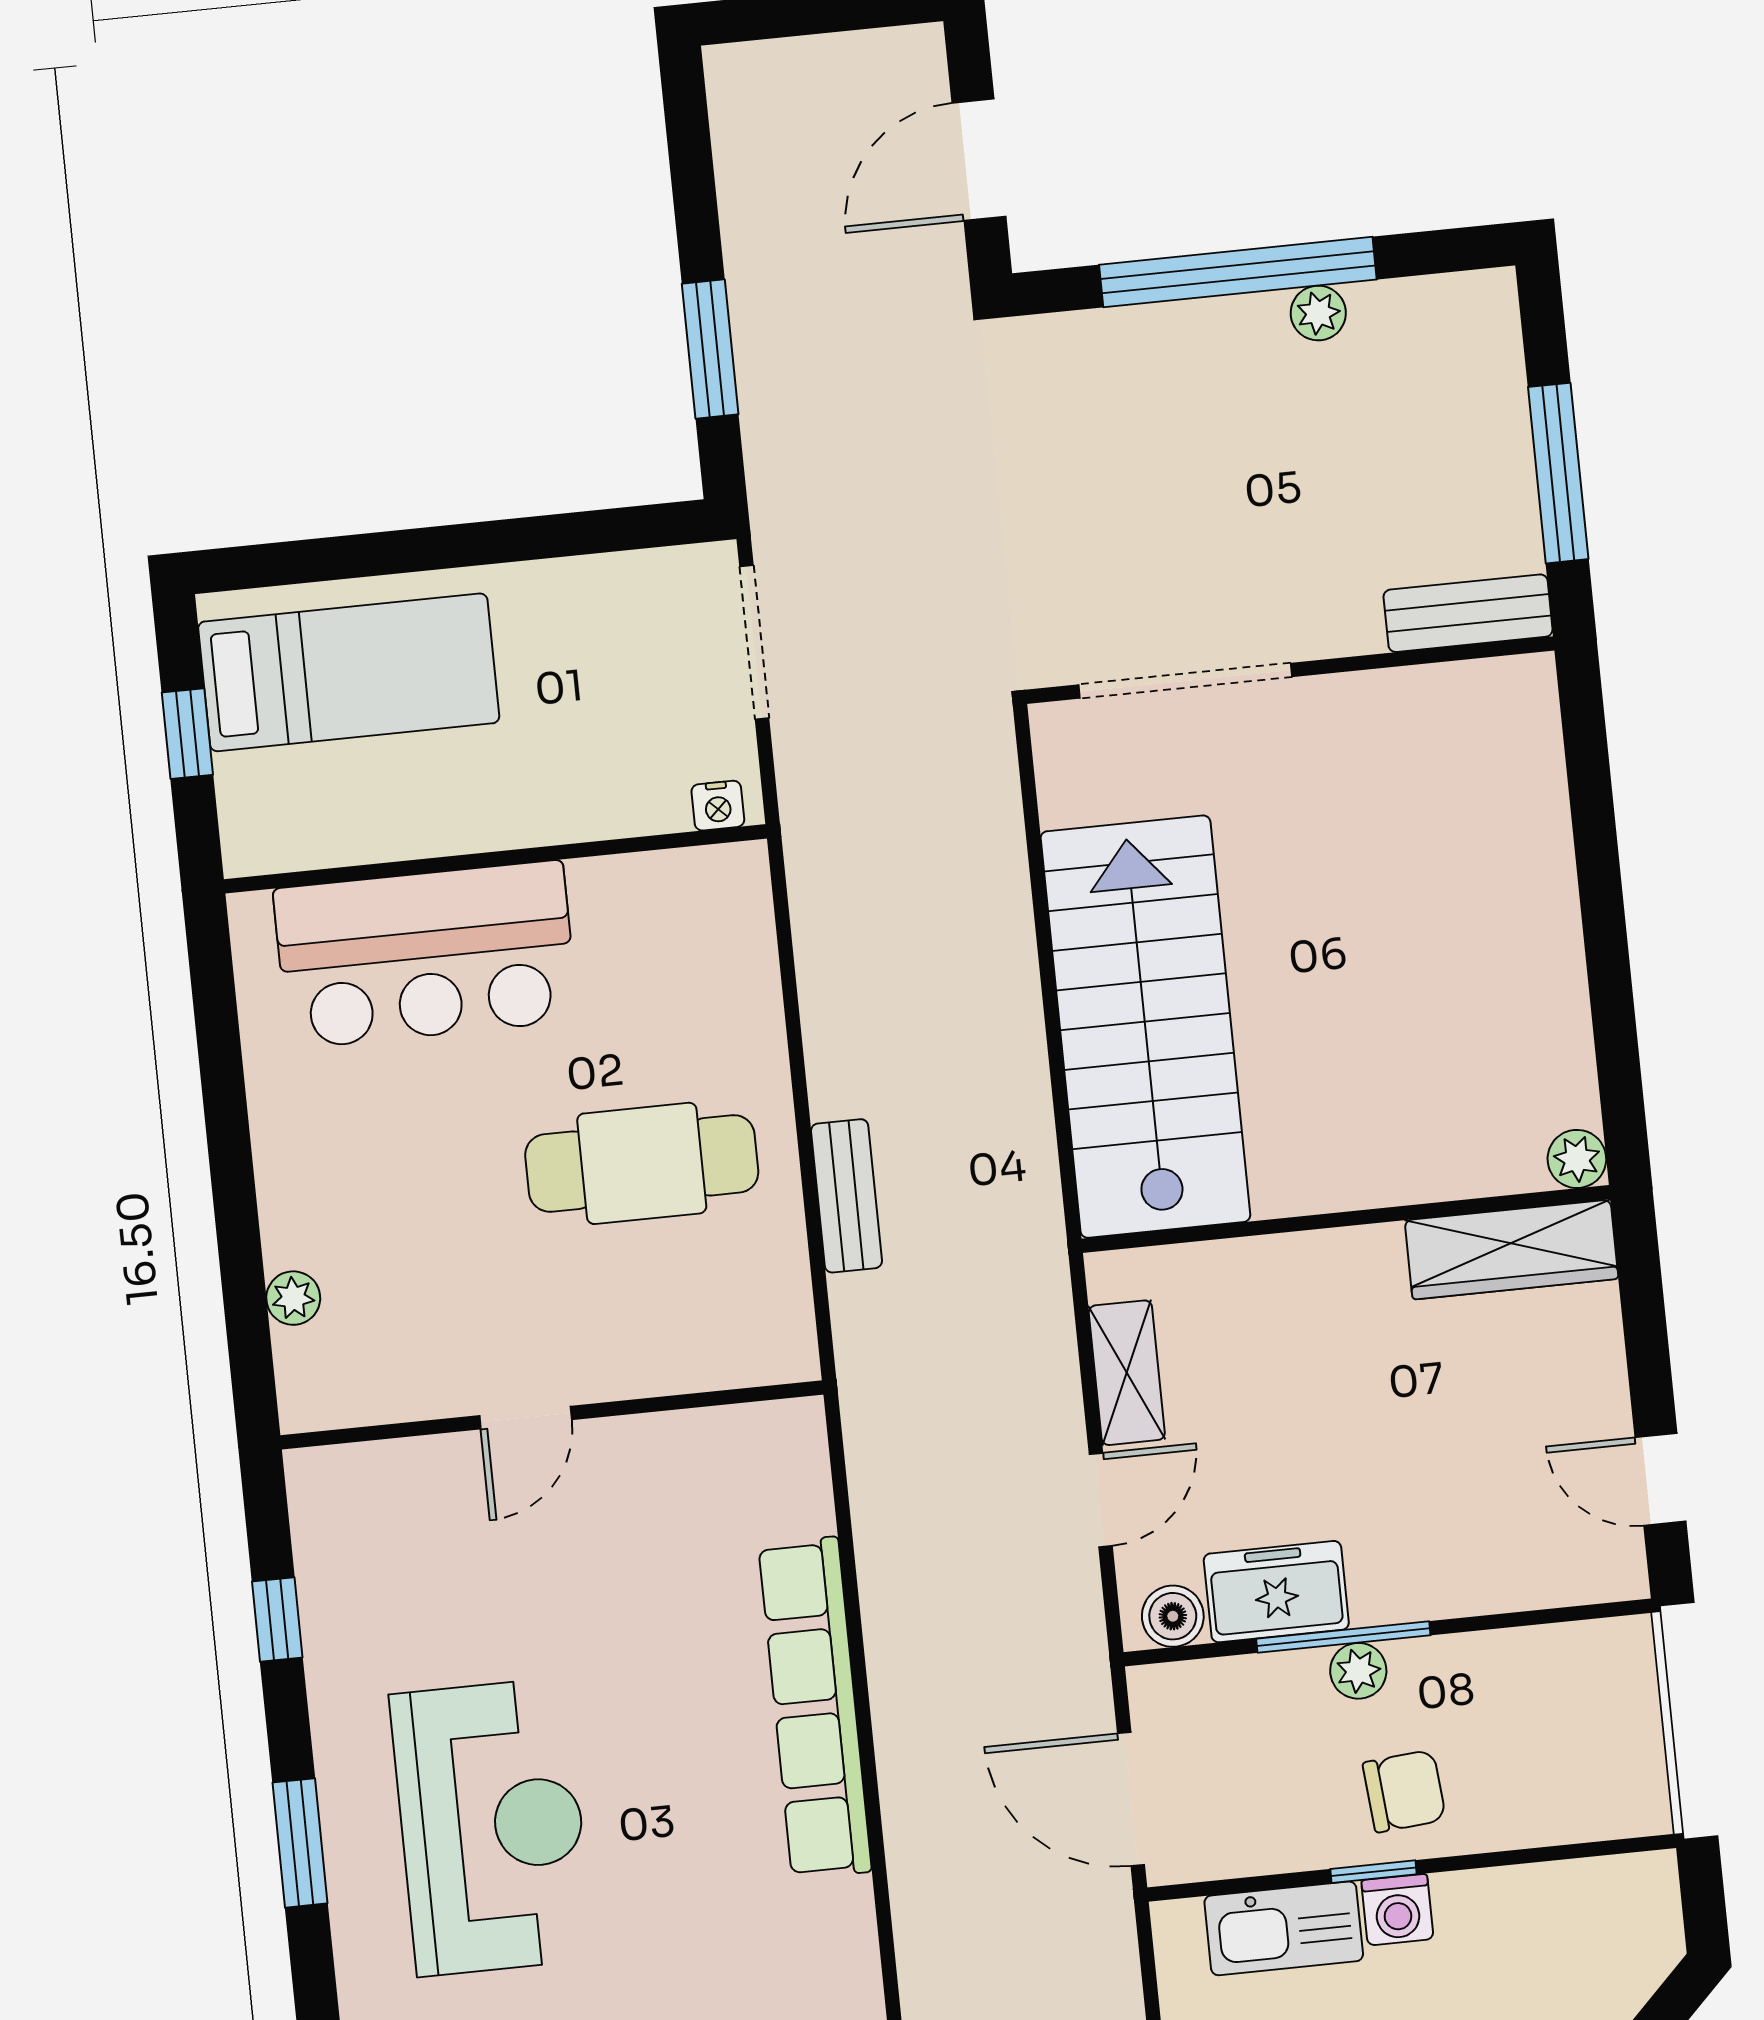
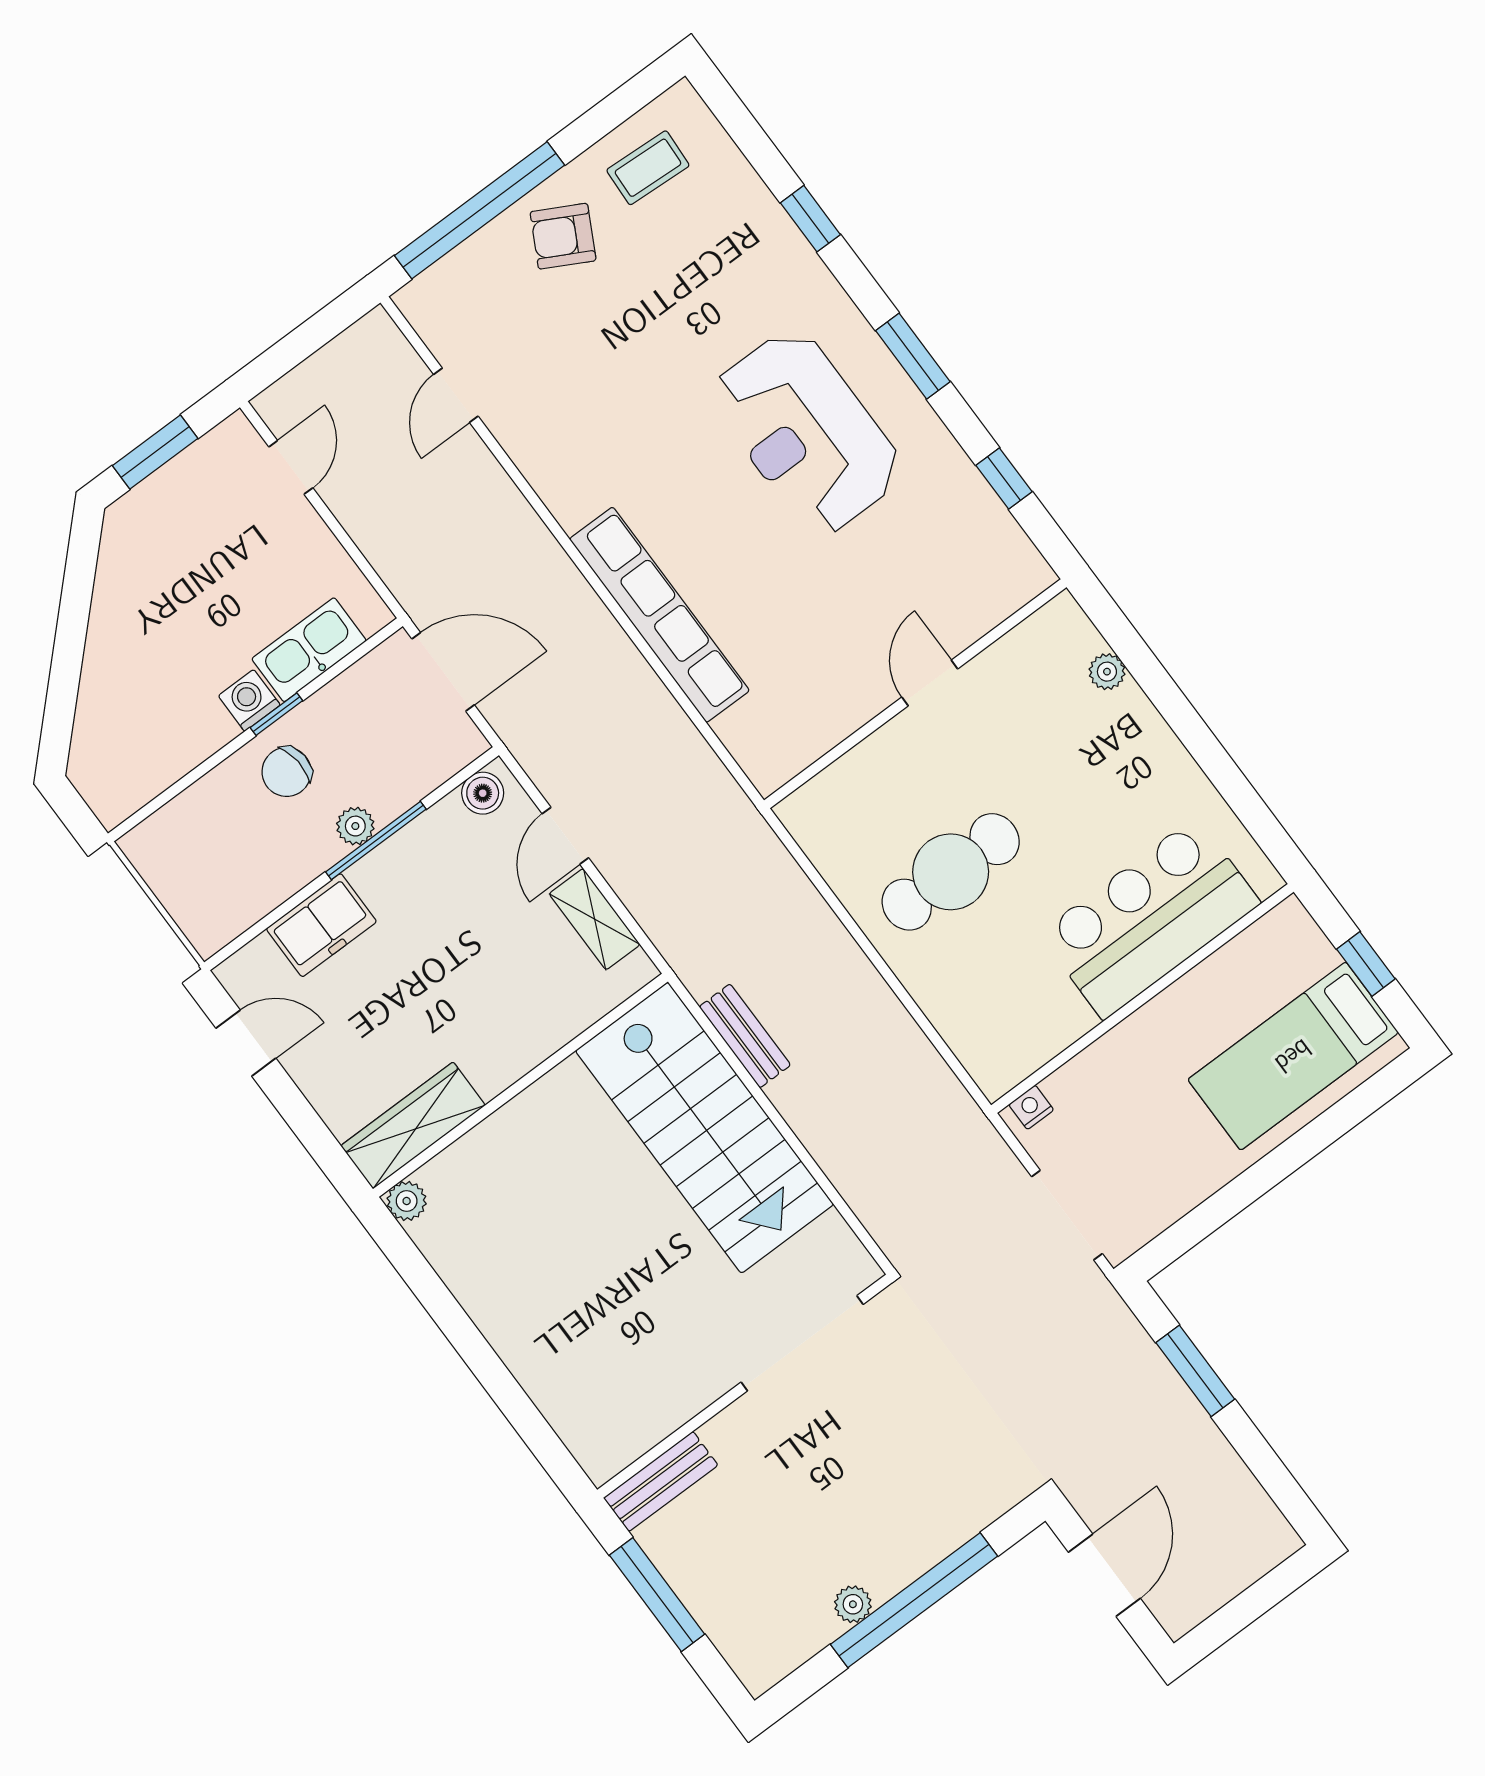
bench: (846, 1196) -> (745, 1036), moved
freezer: (1276, 1592) -> (321, 925), moved

